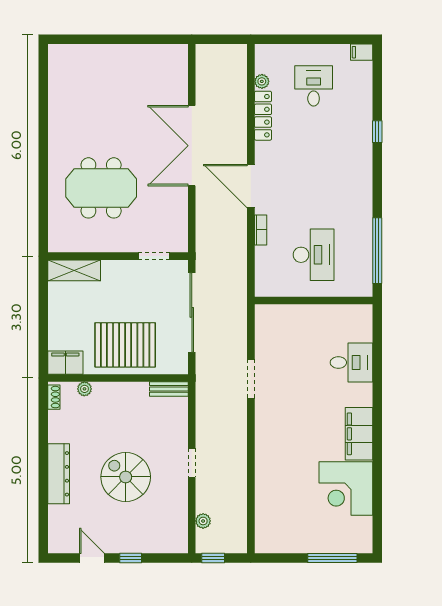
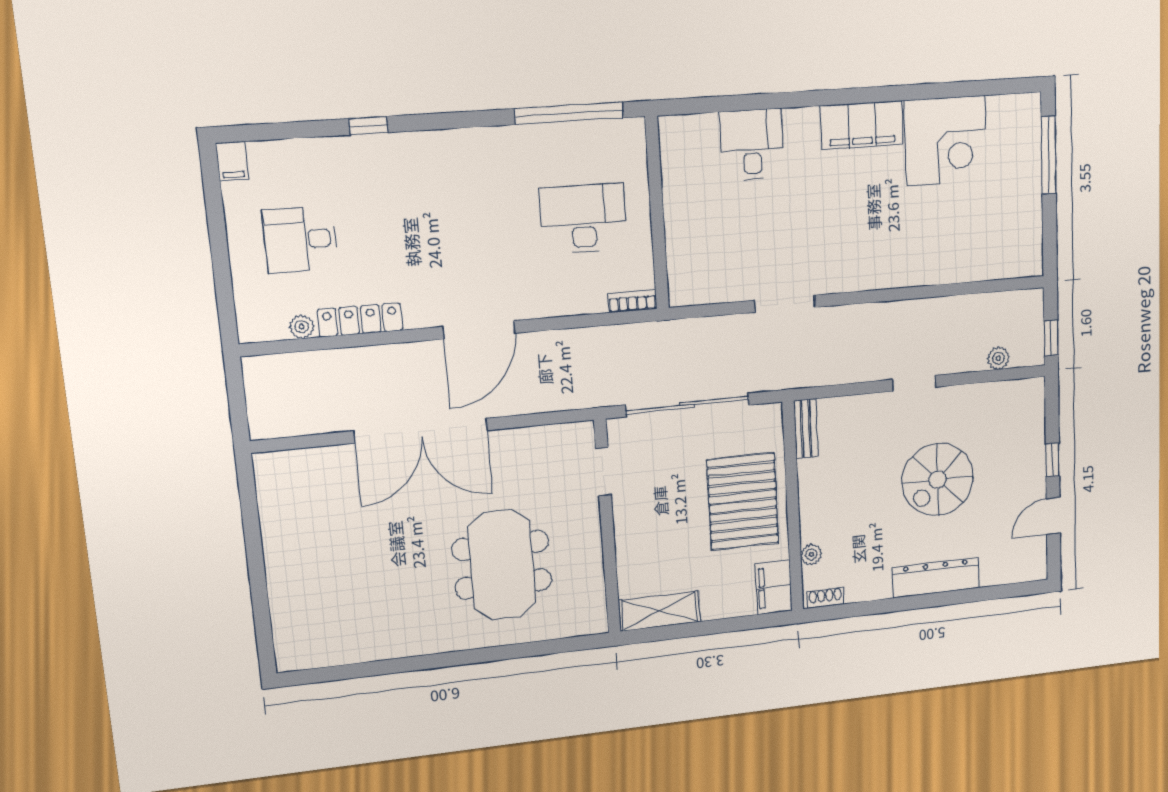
bookcase: (261, 230) -> (632, 301), moved
shelving: (74, 270) -> (659, 611), moved, turned 90

